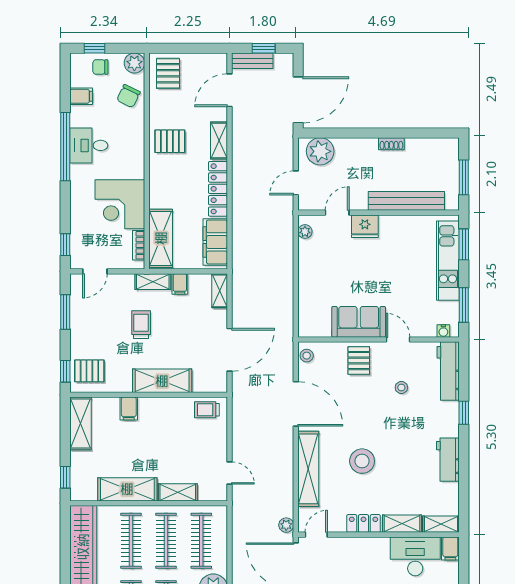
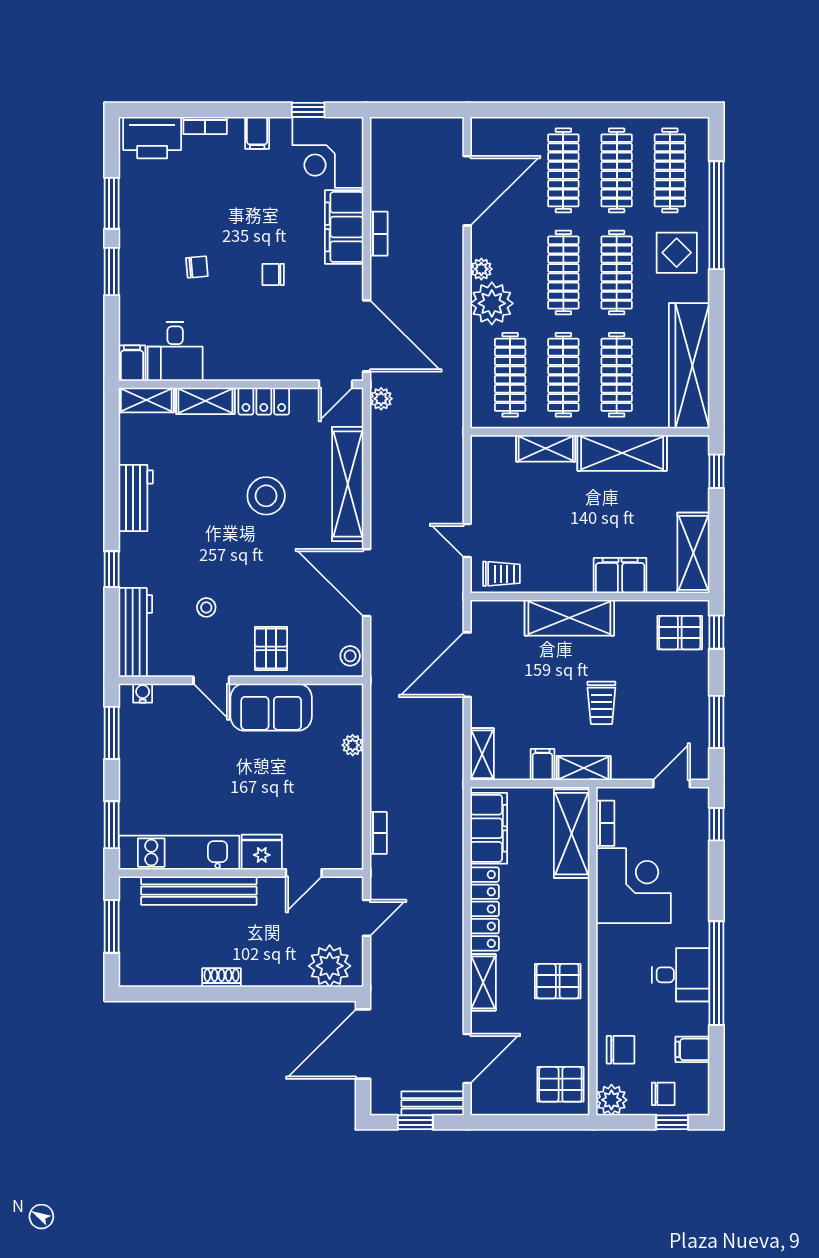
pallet: (168, 73) -> (560, 1084), turned 90
chair: (128, 96) -> (621, 1050), turned 64
plant: (305, 232) -> (353, 745), moved
bookcase: (288, 239) -> (378, 833), added
kitchen unit: (448, 261) -> (179, 853), moved, turned -90
filing cabinet: (129, 409) -> (620, 576), width x2.00
door: (230, 473) -> (467, 541), moved
desk: (415, 556) -> (175, 351), width x0.73

